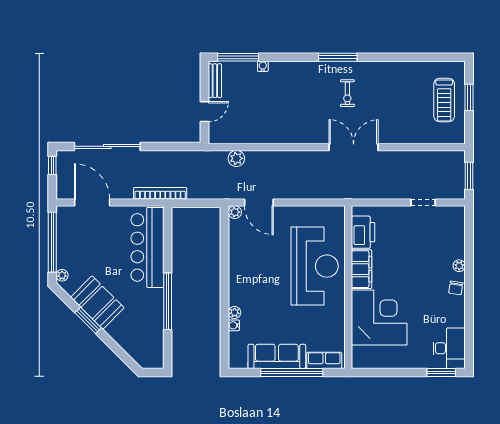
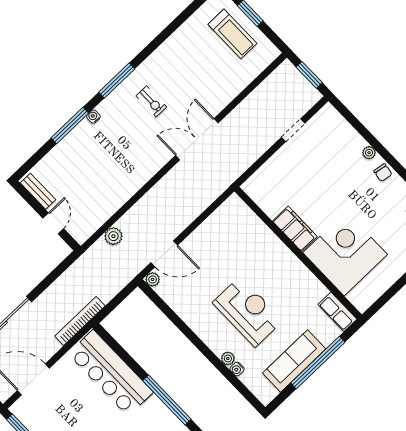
window: (238, 57) -> (70, 126), moved
water cooler: (263, 66) -> (93, 117), moved
printer: (363, 232) -> (268, 199), removed
reception desk: (315, 266) -> (248, 312), moved, width x0.74, depth x0.77
row of seats: (324, 360) -> (337, 312), moved, turned -90

